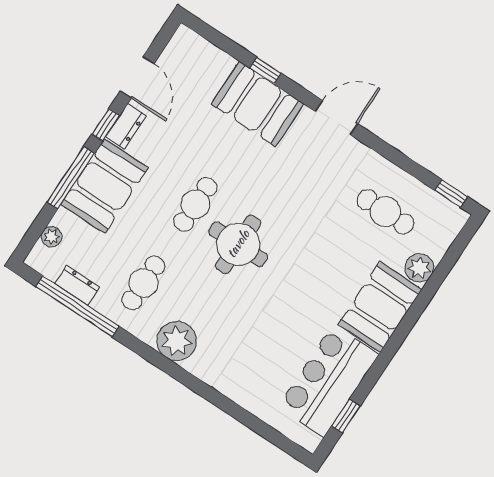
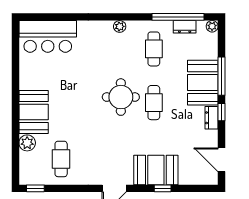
door: (137, 77) -> (222, 160), moved
cafe table: (385, 212) -> (61, 159), turned 90
plant: (51, 237) -> (212, 26), moved
plant: (177, 341) -> (120, 26), width x0.53, depth x0.53
bar counter: (328, 381) -> (48, 36), moved, turned 90
window: (346, 416) -> (15, 49), removed

